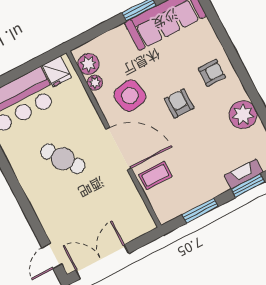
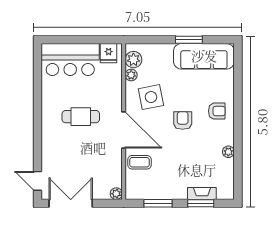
plant: (243, 115) -> (228, 152), width x0.53, depth x0.53
cafe table: (63, 159) -> (81, 117), turned -54
plant: (148, 224) -> (116, 194), added
door: (52, 256) -> (37, 181), hinge flipped

